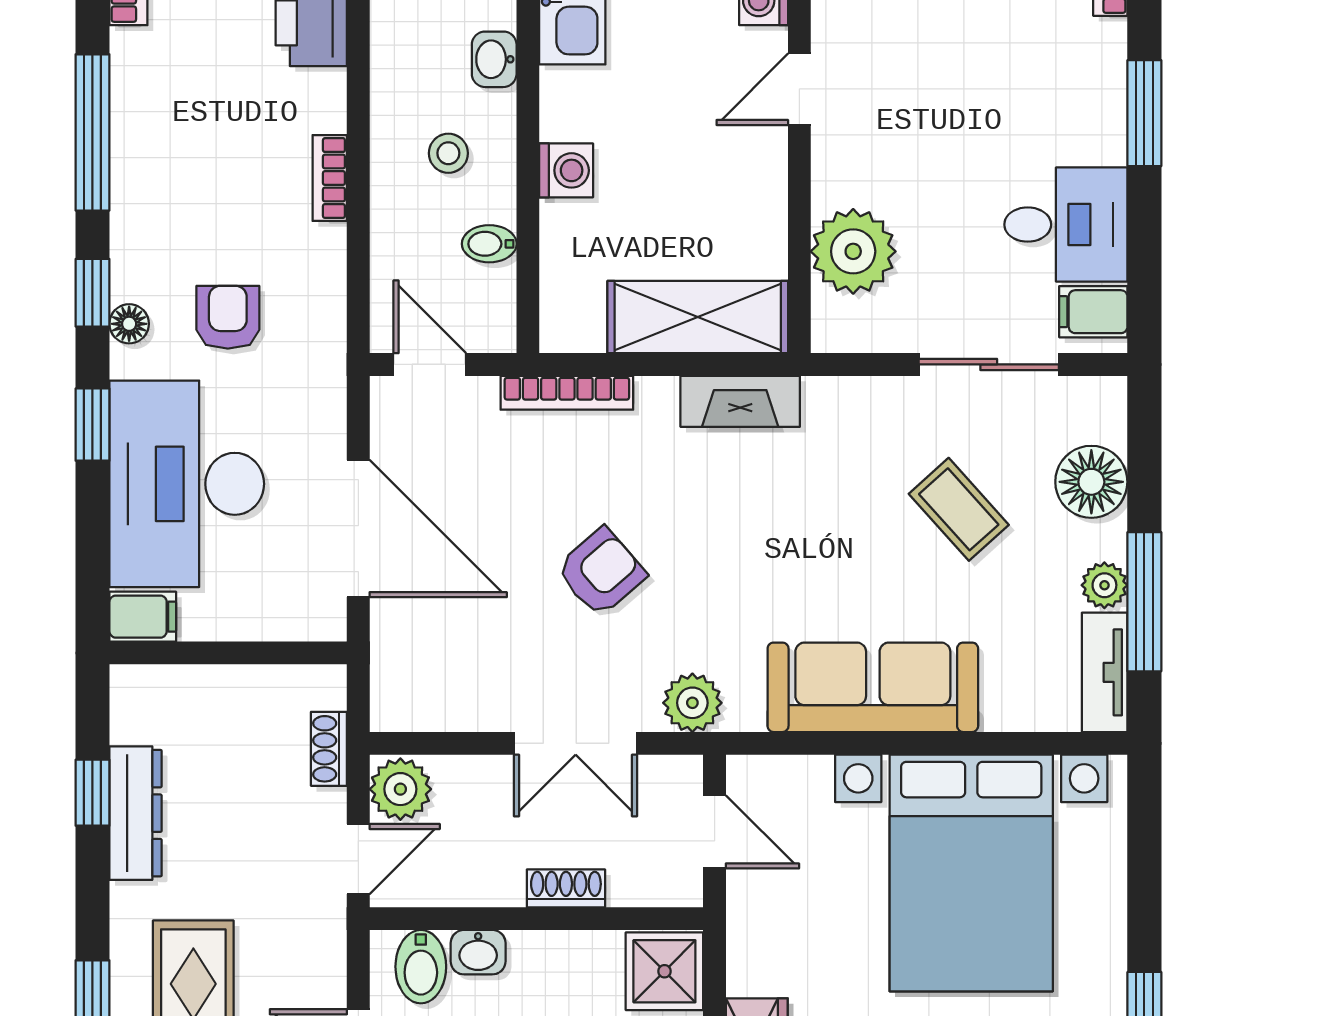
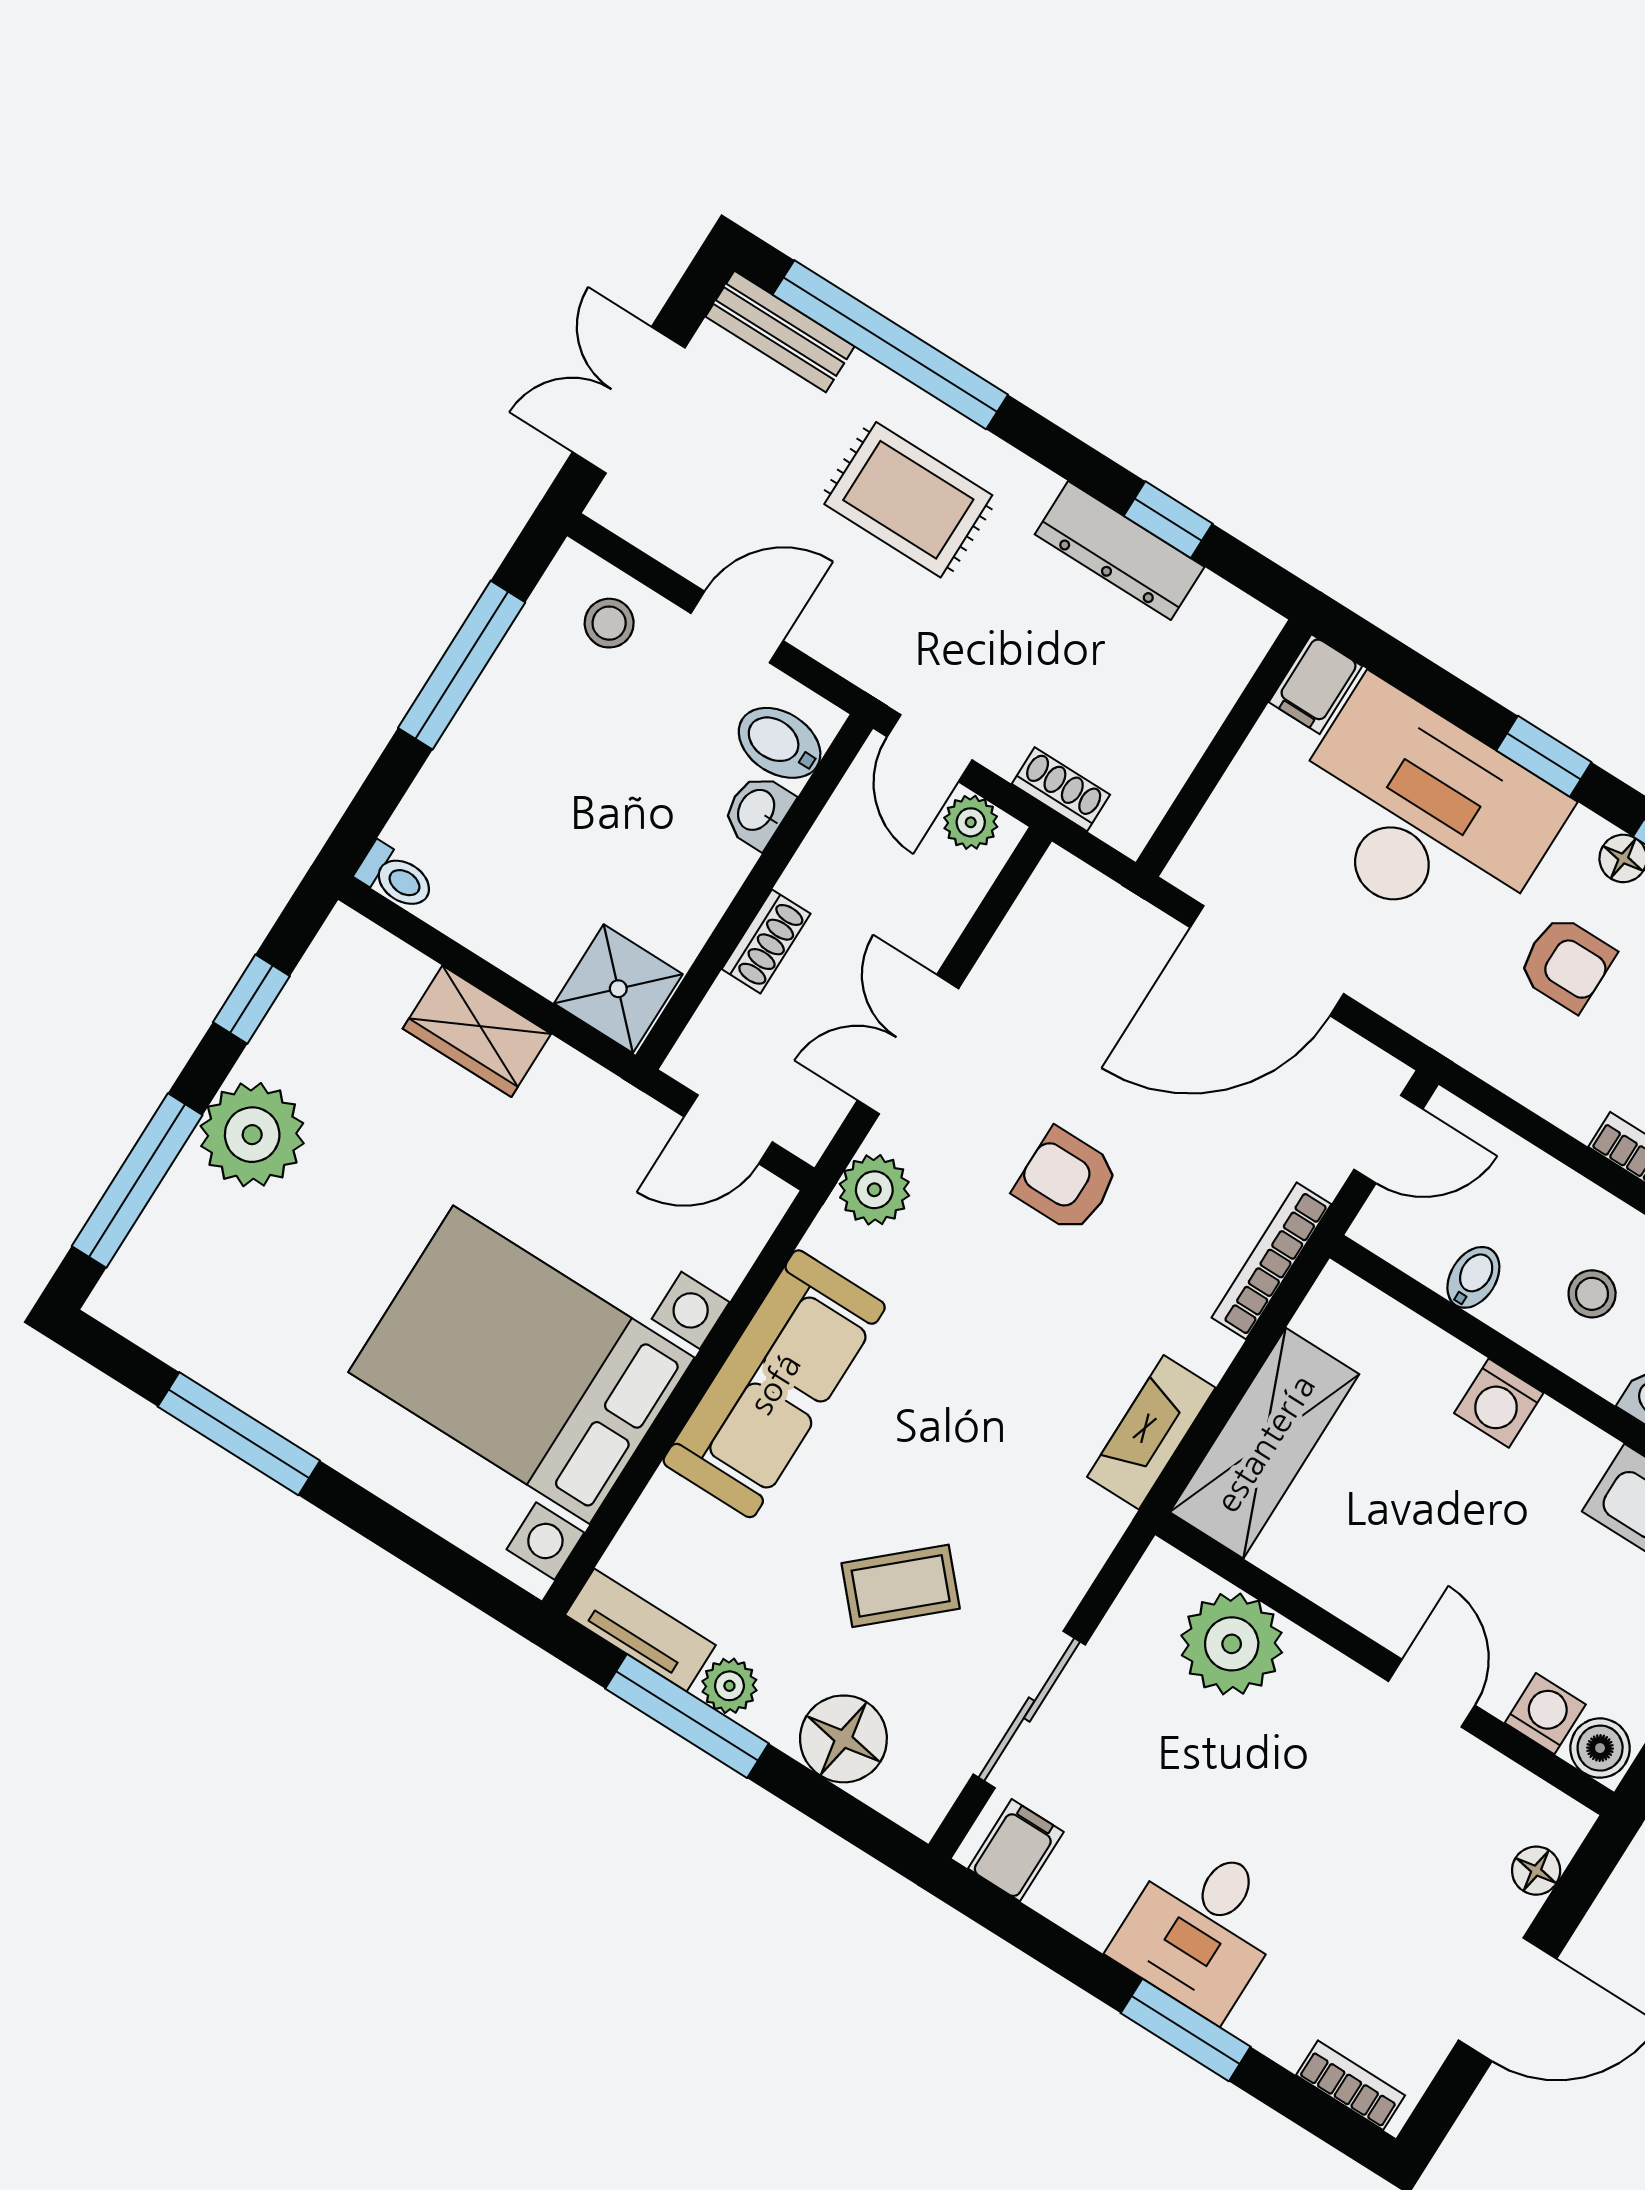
desk: (1066, 225) -> (1201, 1928), moved
armchair: (601, 572) -> (1067, 1180), turned 131
plant: (400, 789) -> (971, 822), width x0.73, depth x0.73

